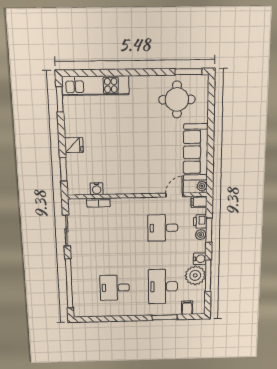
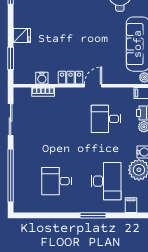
locker: (126, 188) -> (71, 78), added
door: (174, 195) -> (93, 86), moved
desk: (163, 287) -> (106, 181), turned 180
window: (165, 317) -> (93, 215), moved

